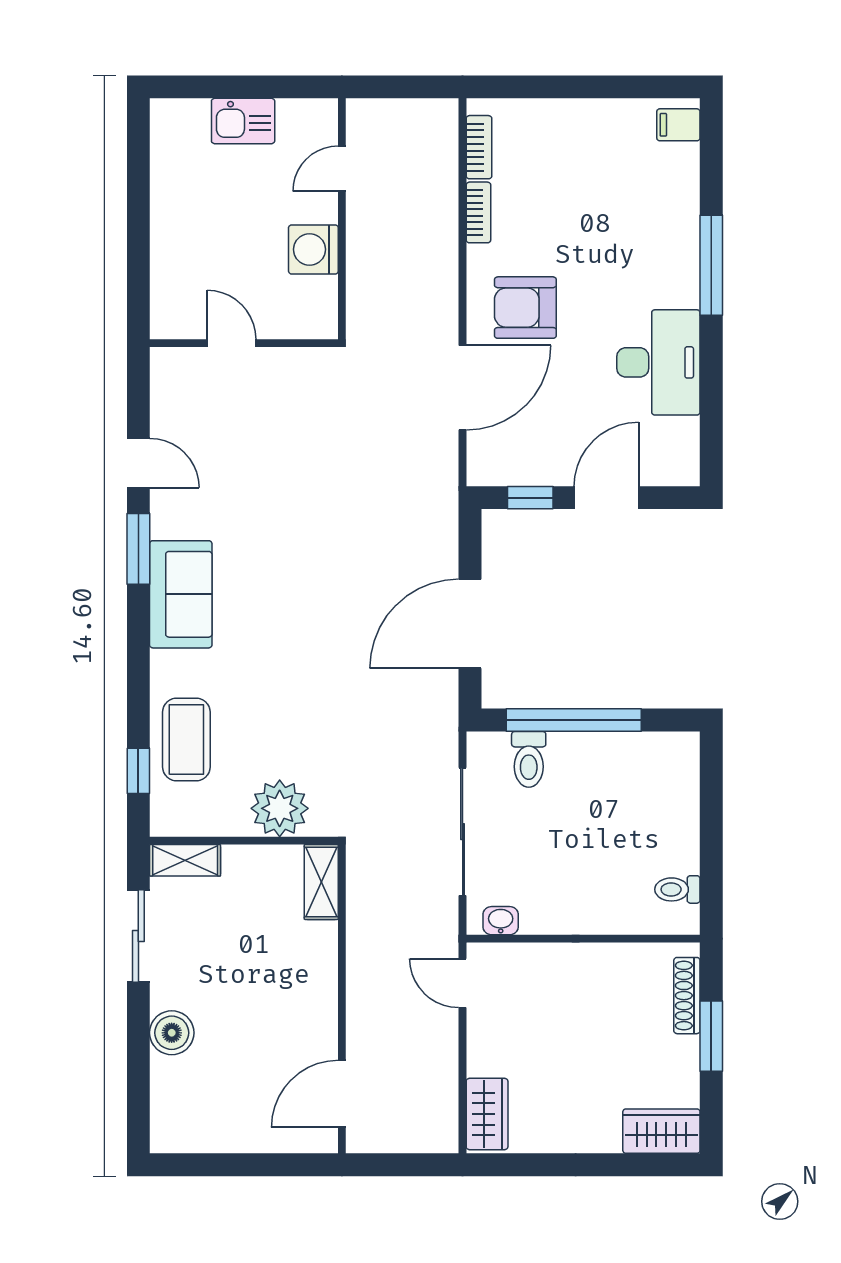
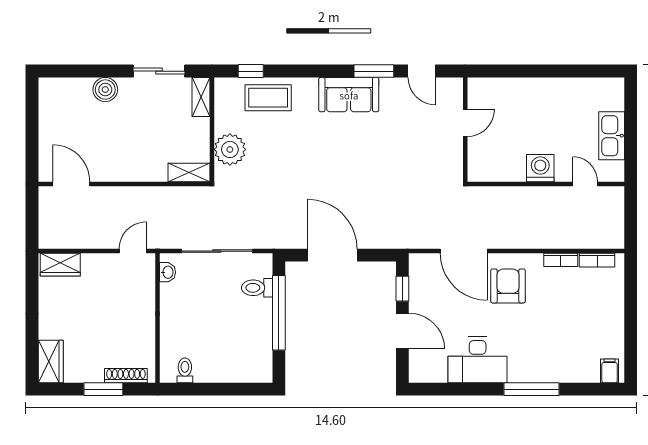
kitchen sink: (243, 121) -> (612, 136), width x1.38
door: (232, 343) -> (465, 123), moved
wall: (244, 343) -> (465, 130), moved
door: (138, 463) -> (422, 71), hinge flipped

